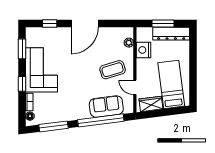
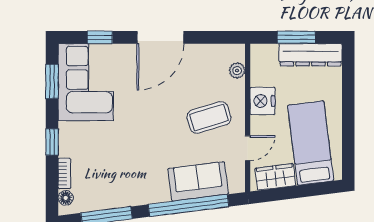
nightstand: (143, 50) -> (262, 101), moved
corner sofa: (42, 70) -> (86, 82), moved
door: (135, 87) -> (248, 148), swing flipped

